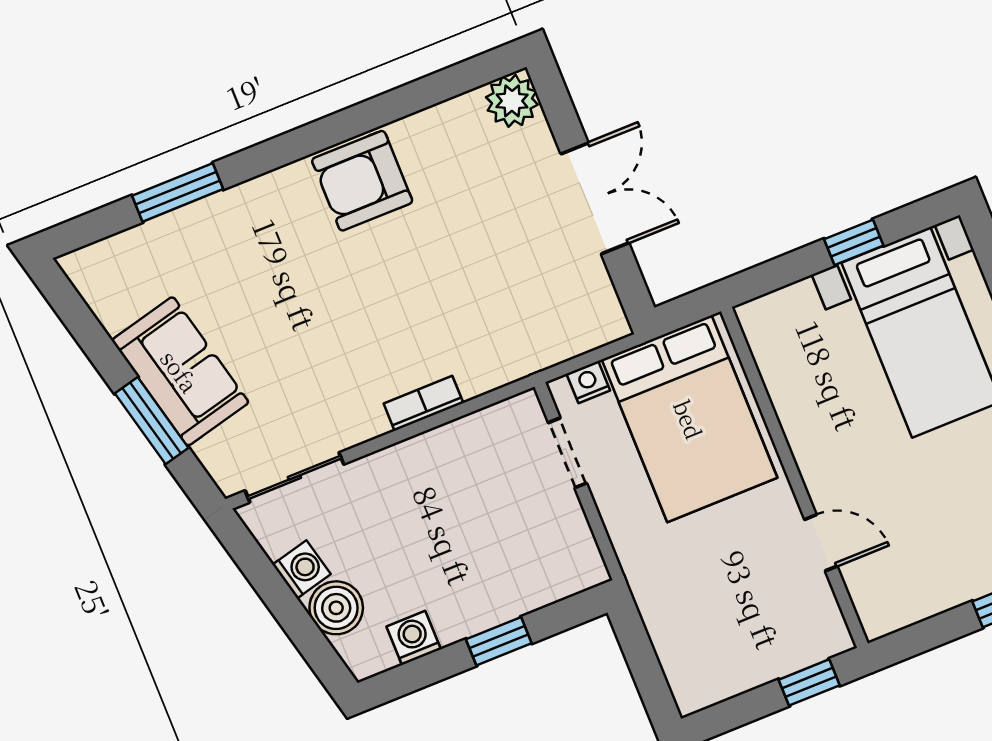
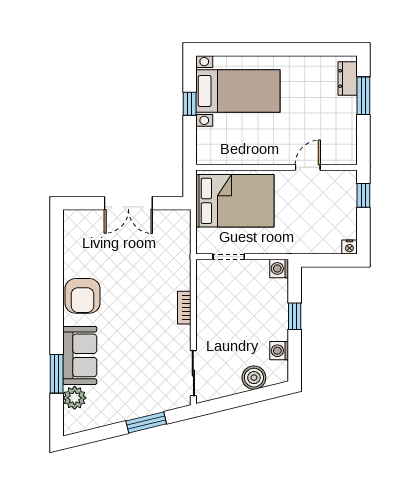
plant: (512, 101) -> (75, 398), moved
double door: (595, 198) -> (128, 203), swing flipped
sofa: (180, 371) -> (80, 355), moved, turned 104
nightstand: (588, 382) -> (349, 247), moved, turned -90
washing machine: (302, 569) -> (279, 268), moved, turned -76

